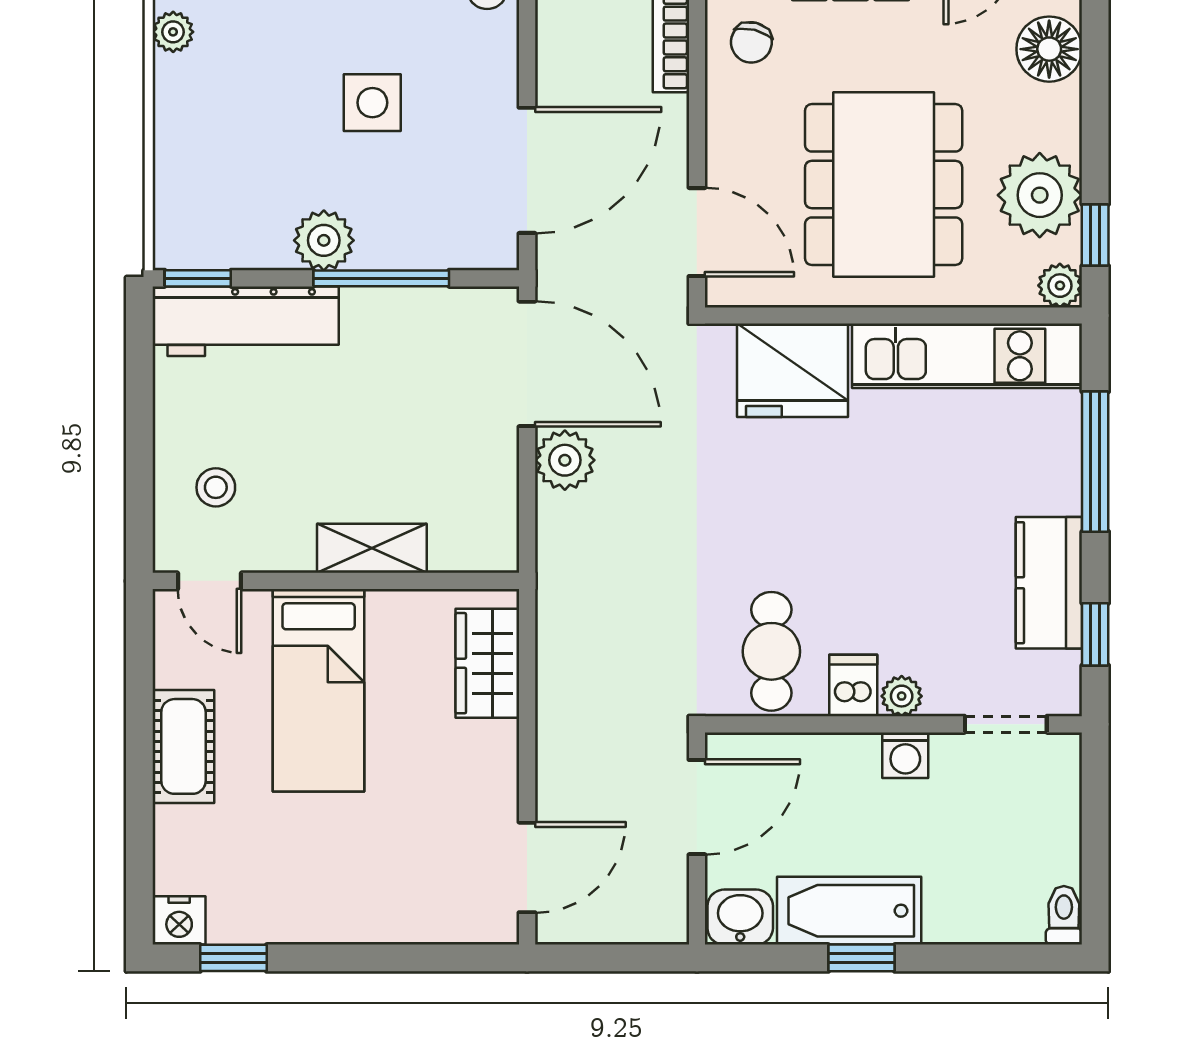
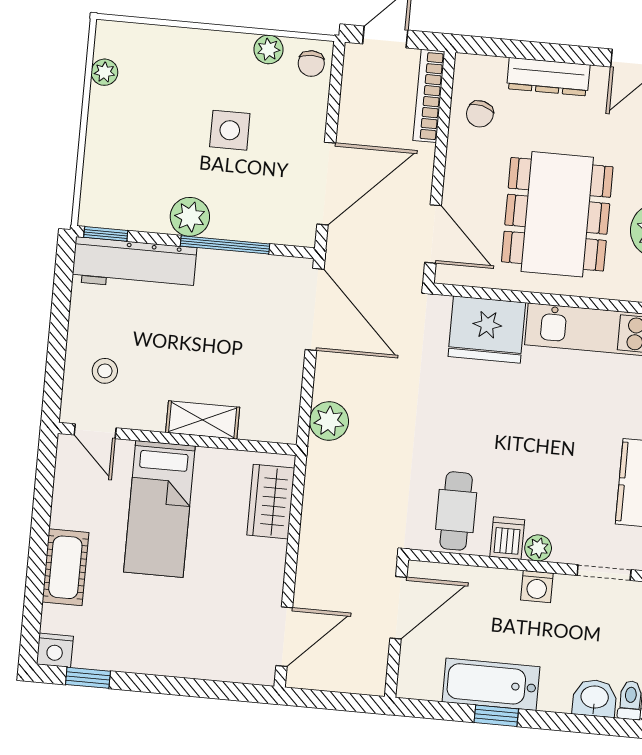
plant: (565, 460) -> (329, 421), moved
cot: (183, 746) -> (65, 567), moved
washbasin: (740, 917) -> (595, 698), moved

